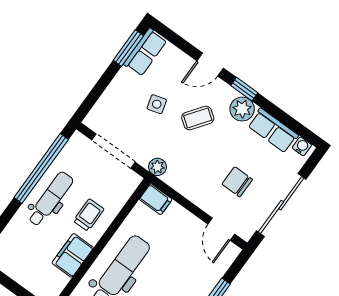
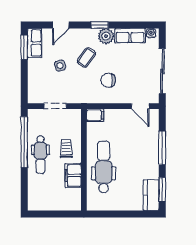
door: (210, 64) -> (61, 25), moved
doorway: (114, 151) -> (55, 106), width x0.73
plant: (158, 167) -> (84, 98), removed
chair: (237, 182) -> (108, 80), moved
dental chair: (50, 199) -> (40, 155), turned 180

